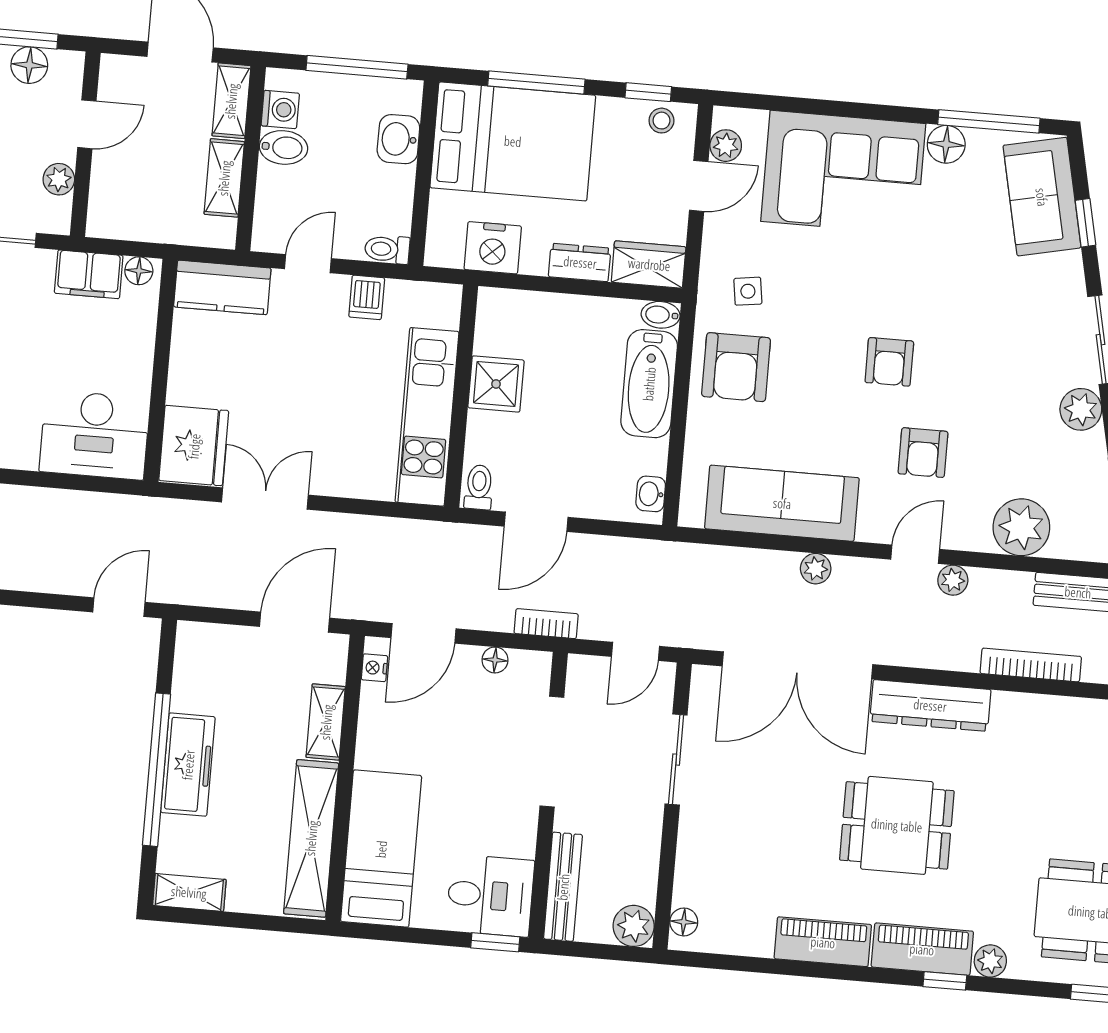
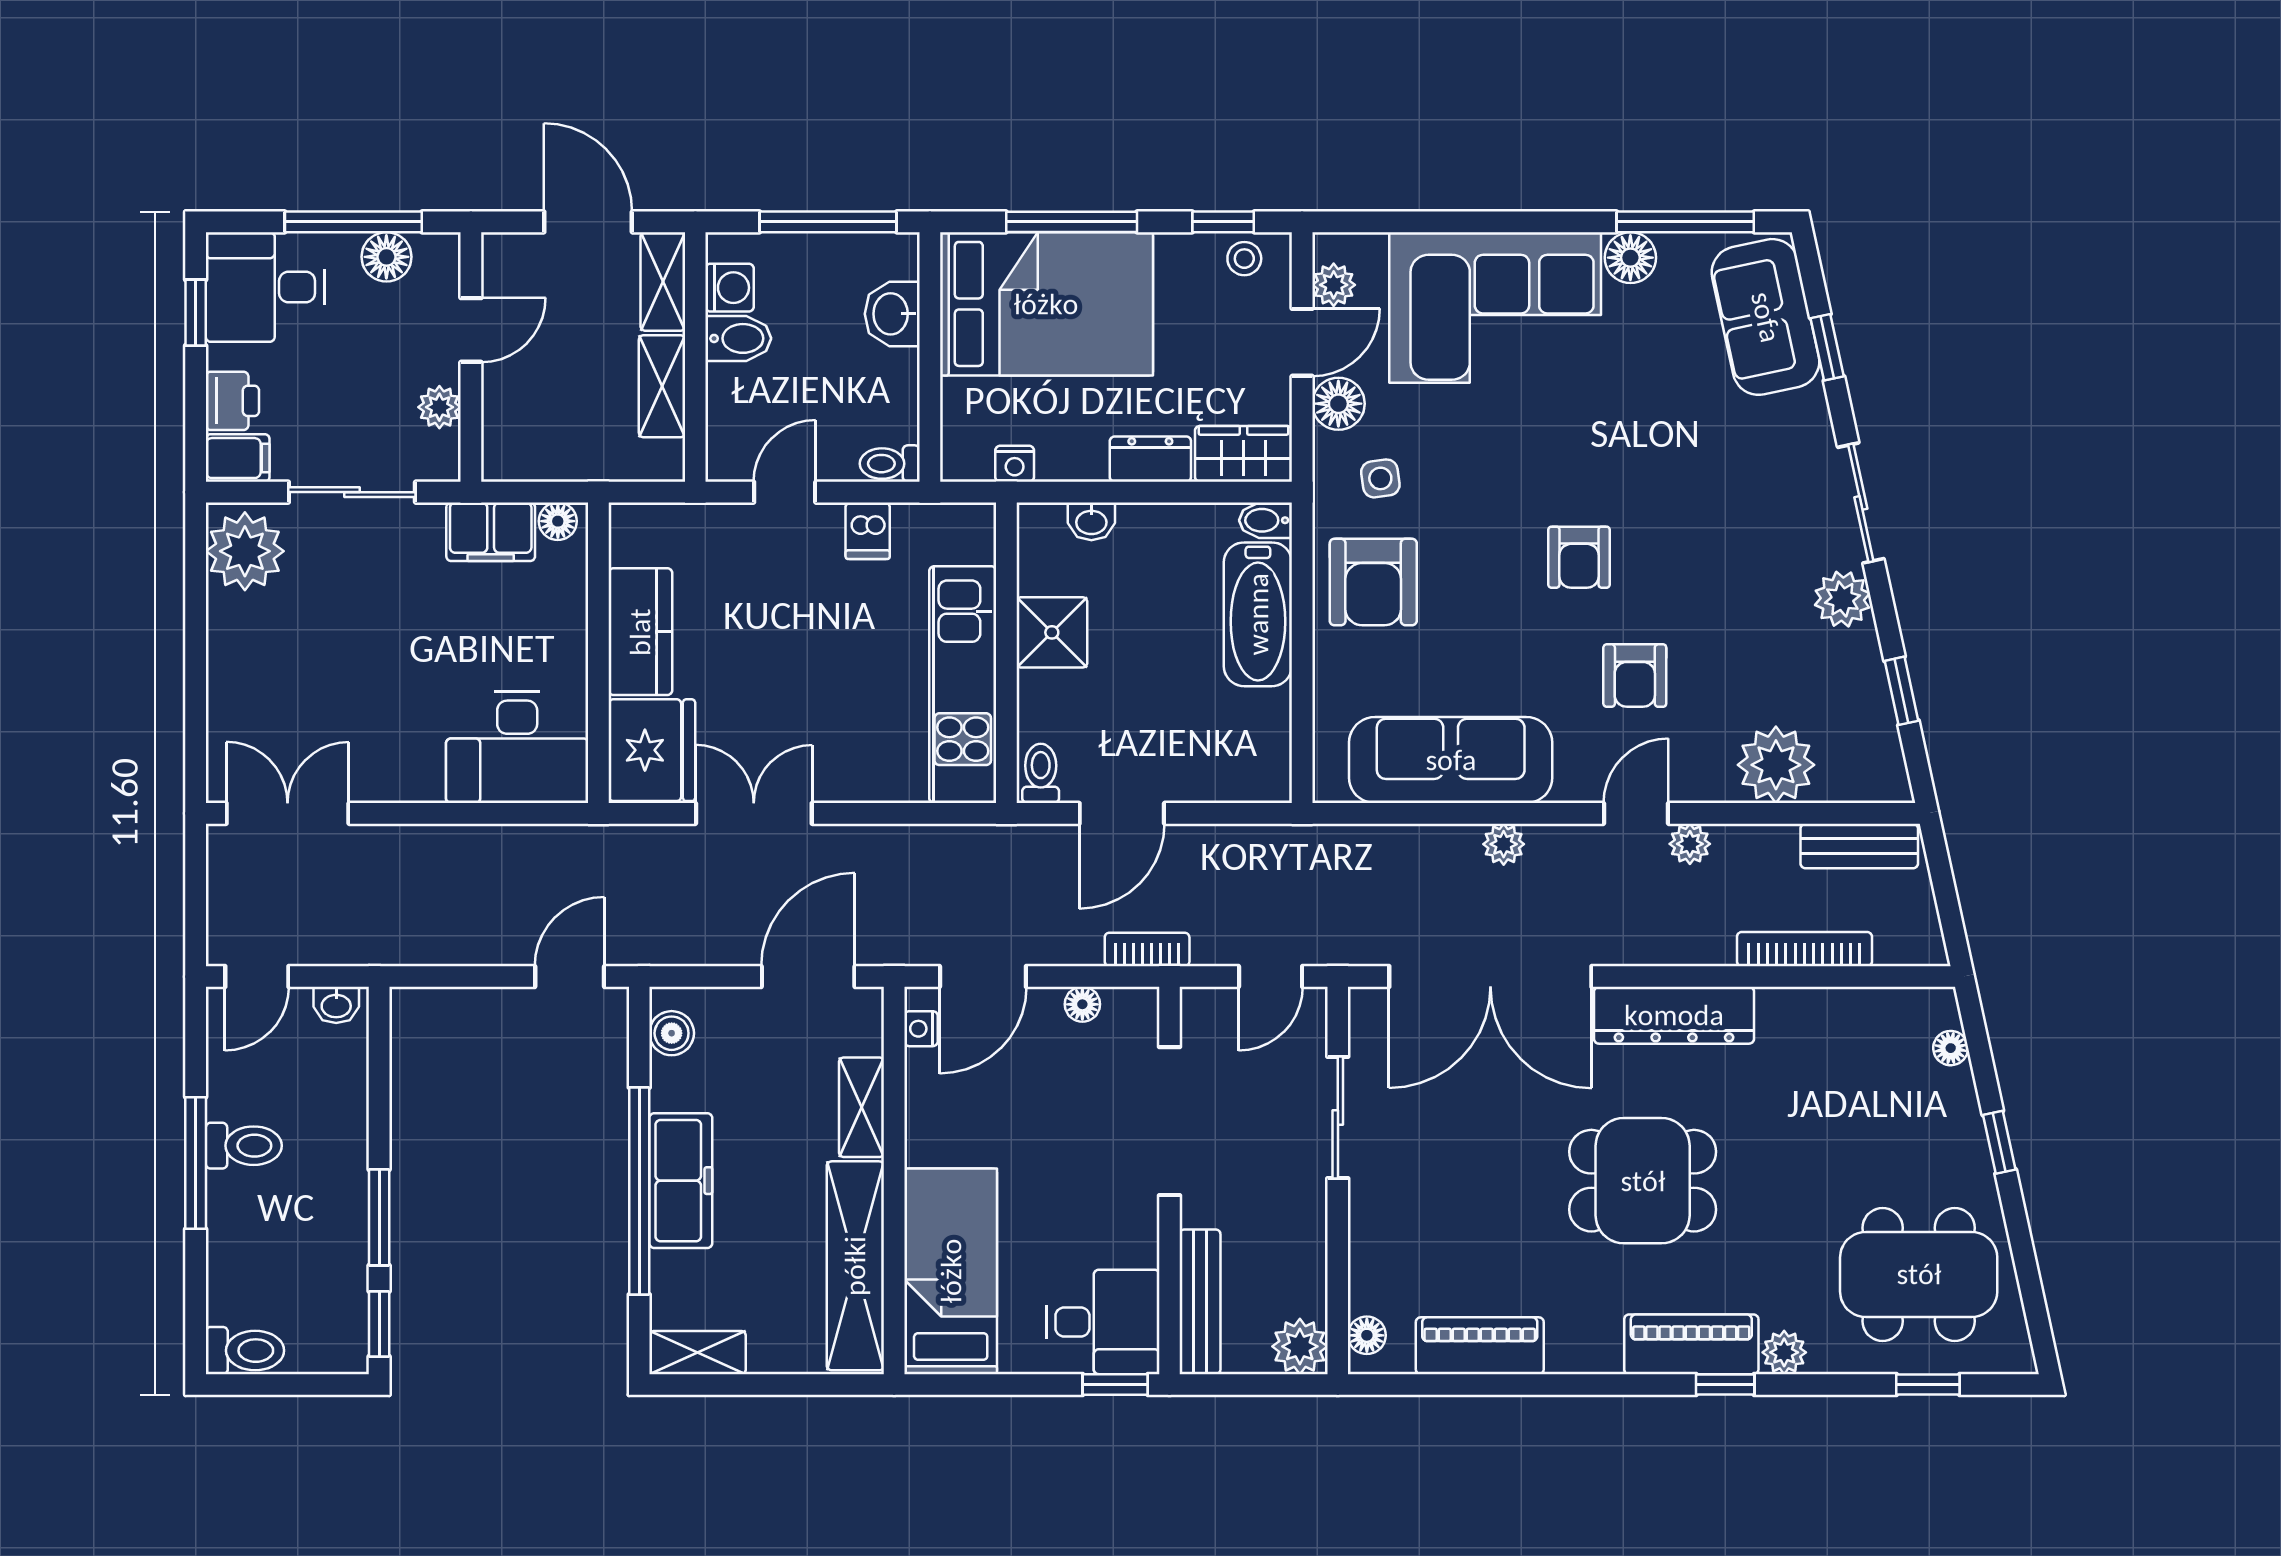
floor lamp: (722, 234) -> (1338, 404), added
nightstand: (493, 248) -> (1015, 464), width x0.53, depth x0.56
kitchen counter: (222, 287) -> (640, 632), moved, turned -90
washbasin: (651, 494) -> (1091, 521), moved, turned -90
boiler: (190, 655) -> (672, 1033), added
piano: (823, 942) -> (1480, 1346), moved

